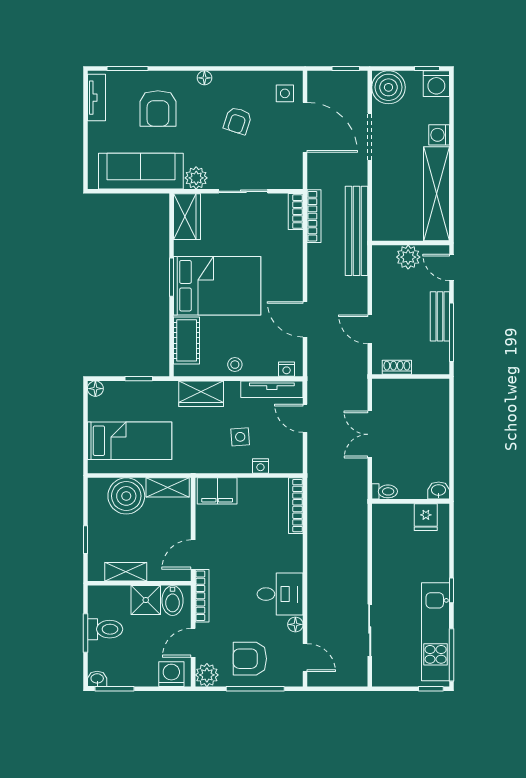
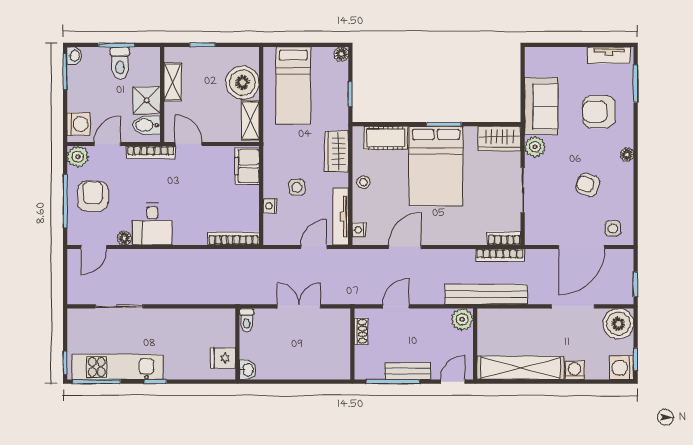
sofa: (141, 171) -> (541, 106), width x0.73
plant: (408, 257) -> (462, 319), moved
door: (193, 643) -> (107, 144), hinge flipped

